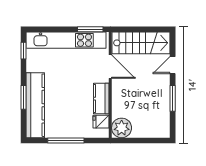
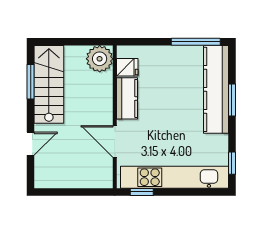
window: (90, 29) -> (142, 192), width x0.67
stairs: (141, 43) -> (49, 84), moved, turned 90
window: (173, 98) -> (31, 82), moved
window: (66, 141) -> (196, 42), moved

